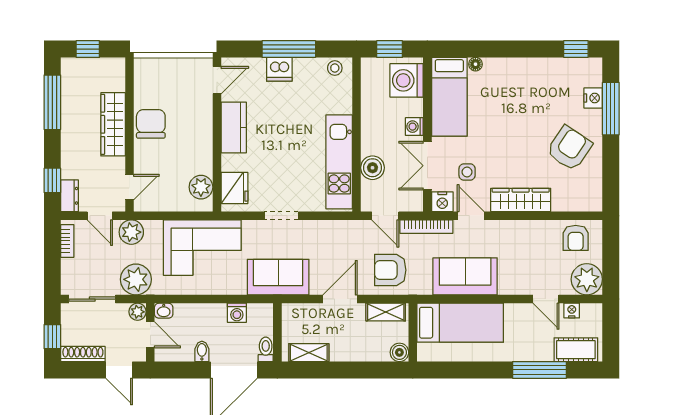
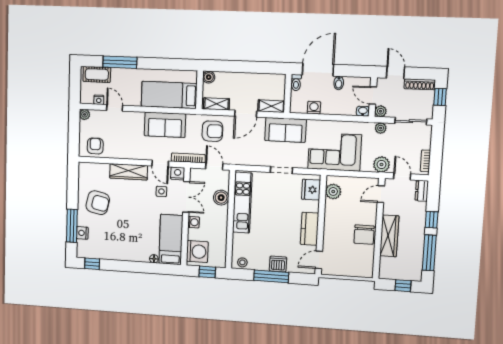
armchair: (569, 148) -> (98, 203), turned -112
window: (52, 180) -> (432, 220), moved
plant: (136, 279) -> (381, 128), width x0.53, depth x0.53
plant: (587, 279) -> (85, 114), width x0.53, depth x0.53
shelving: (309, 353) -> (271, 106), moved

